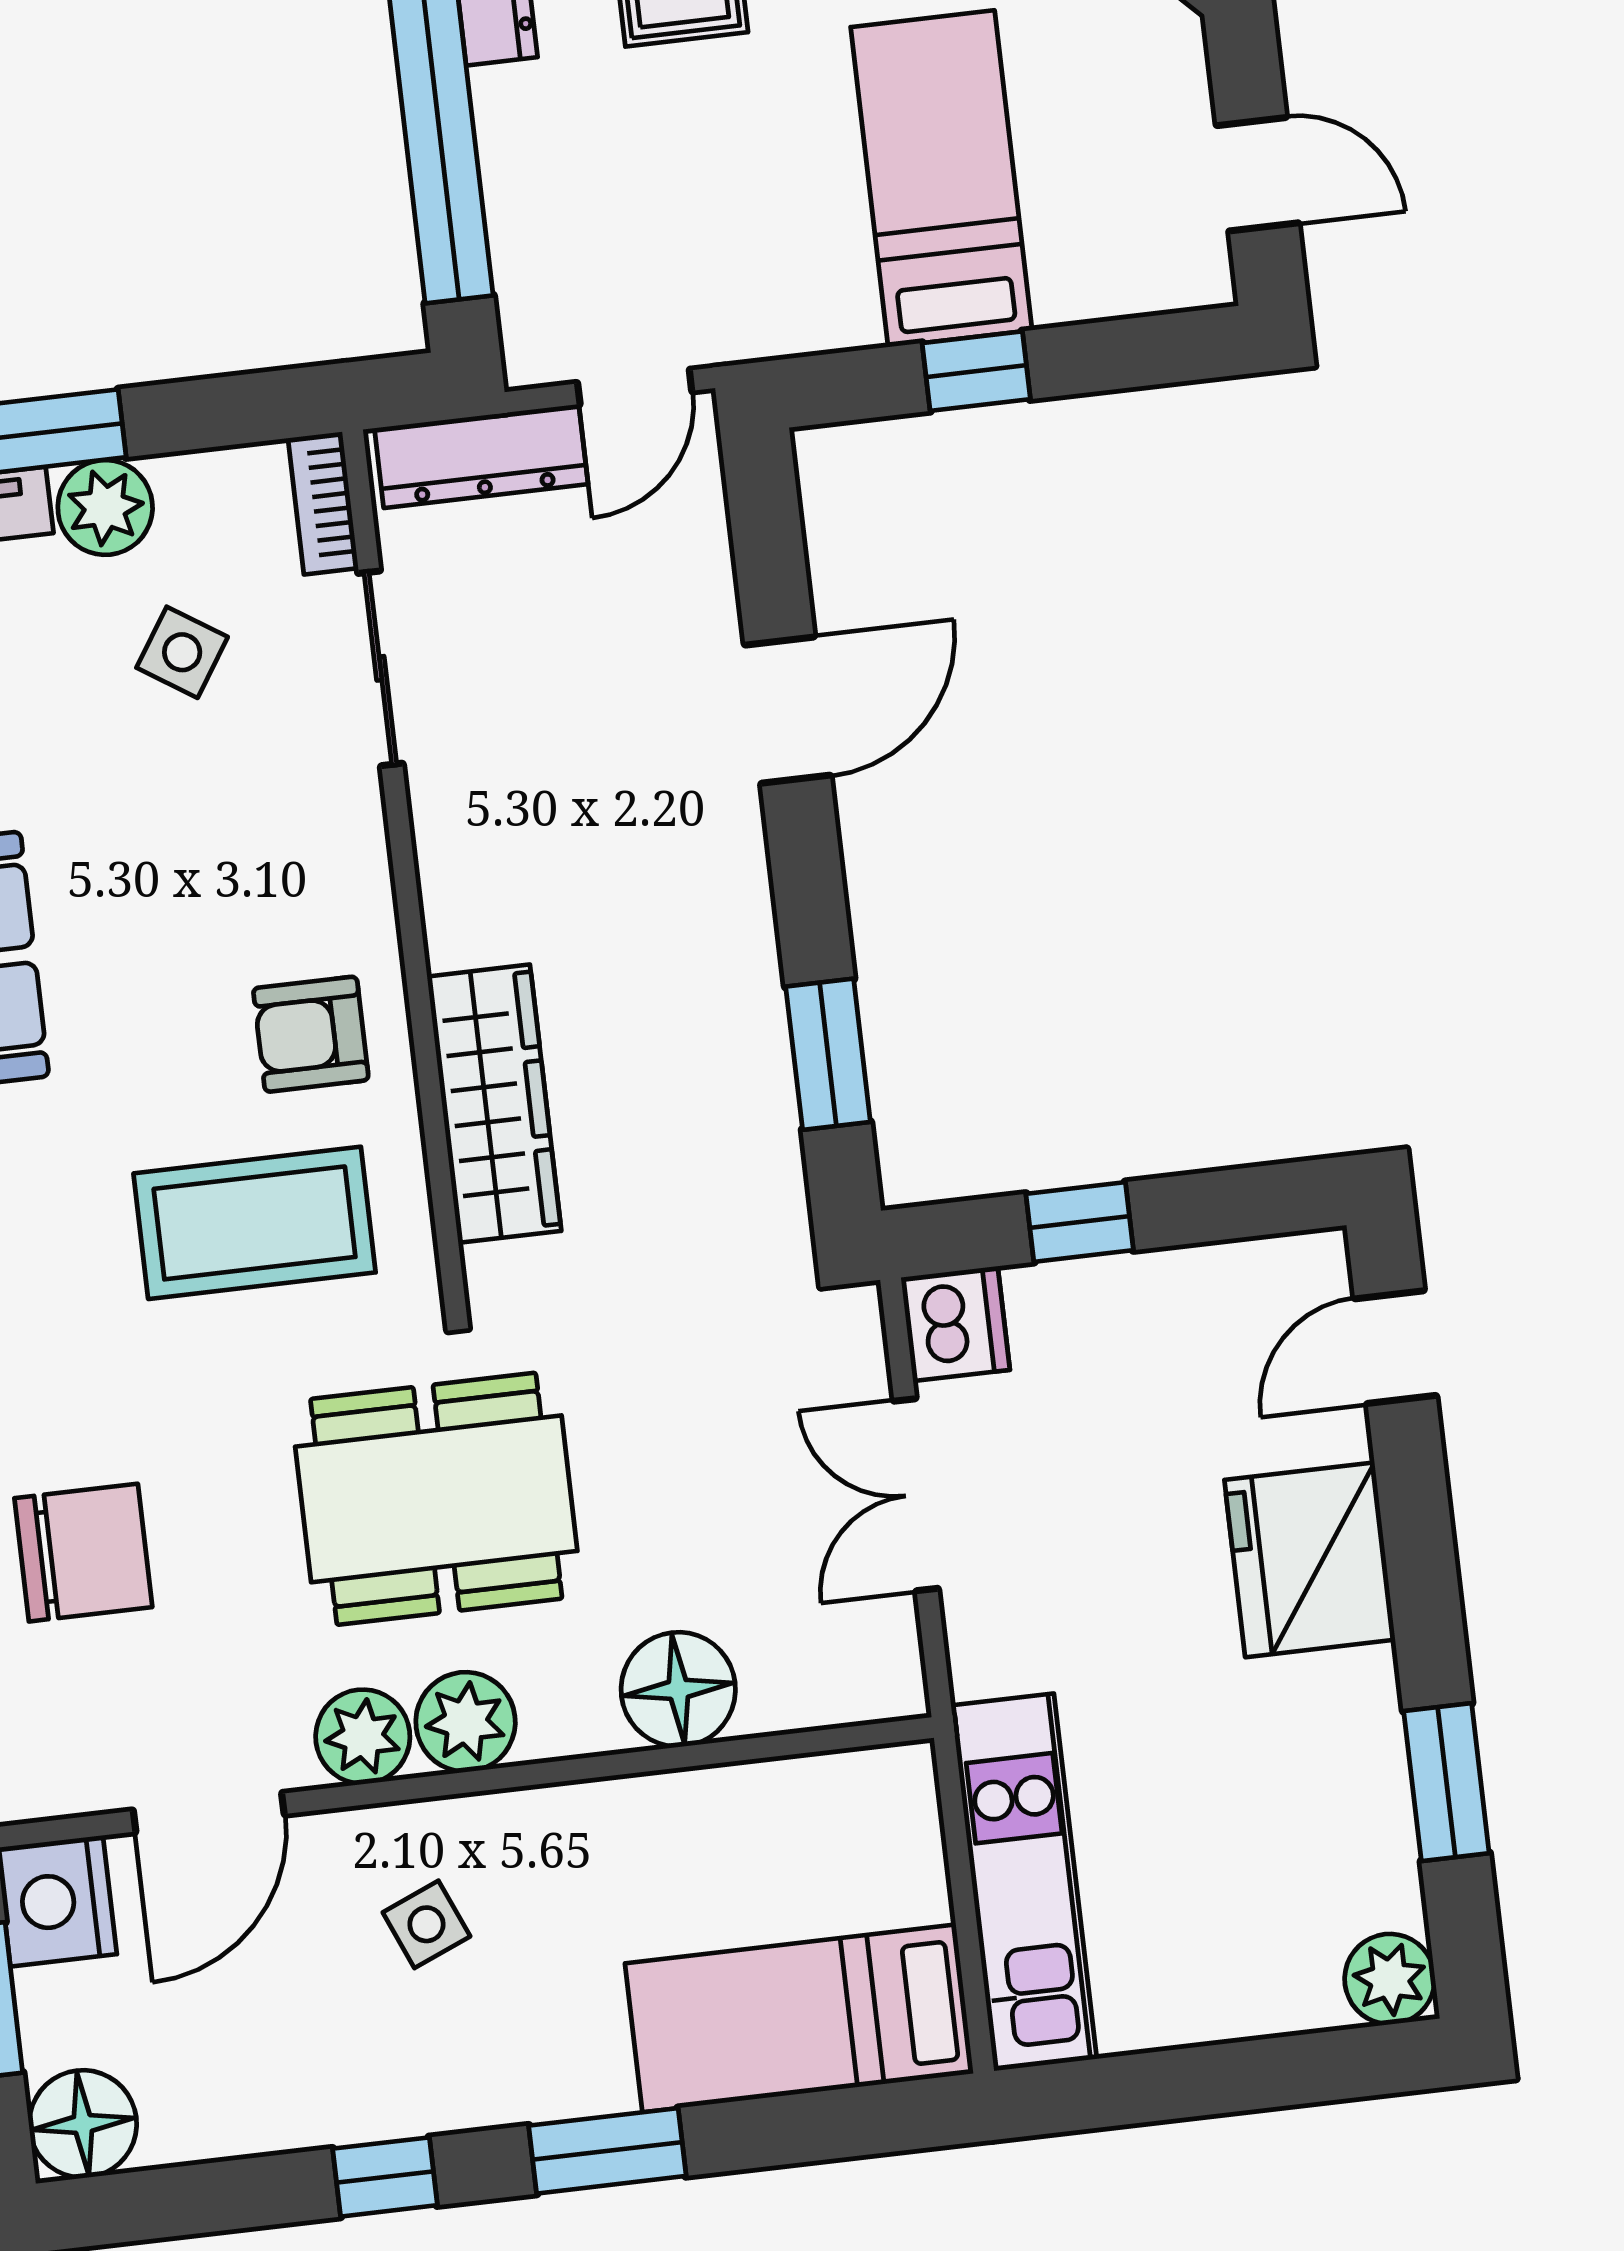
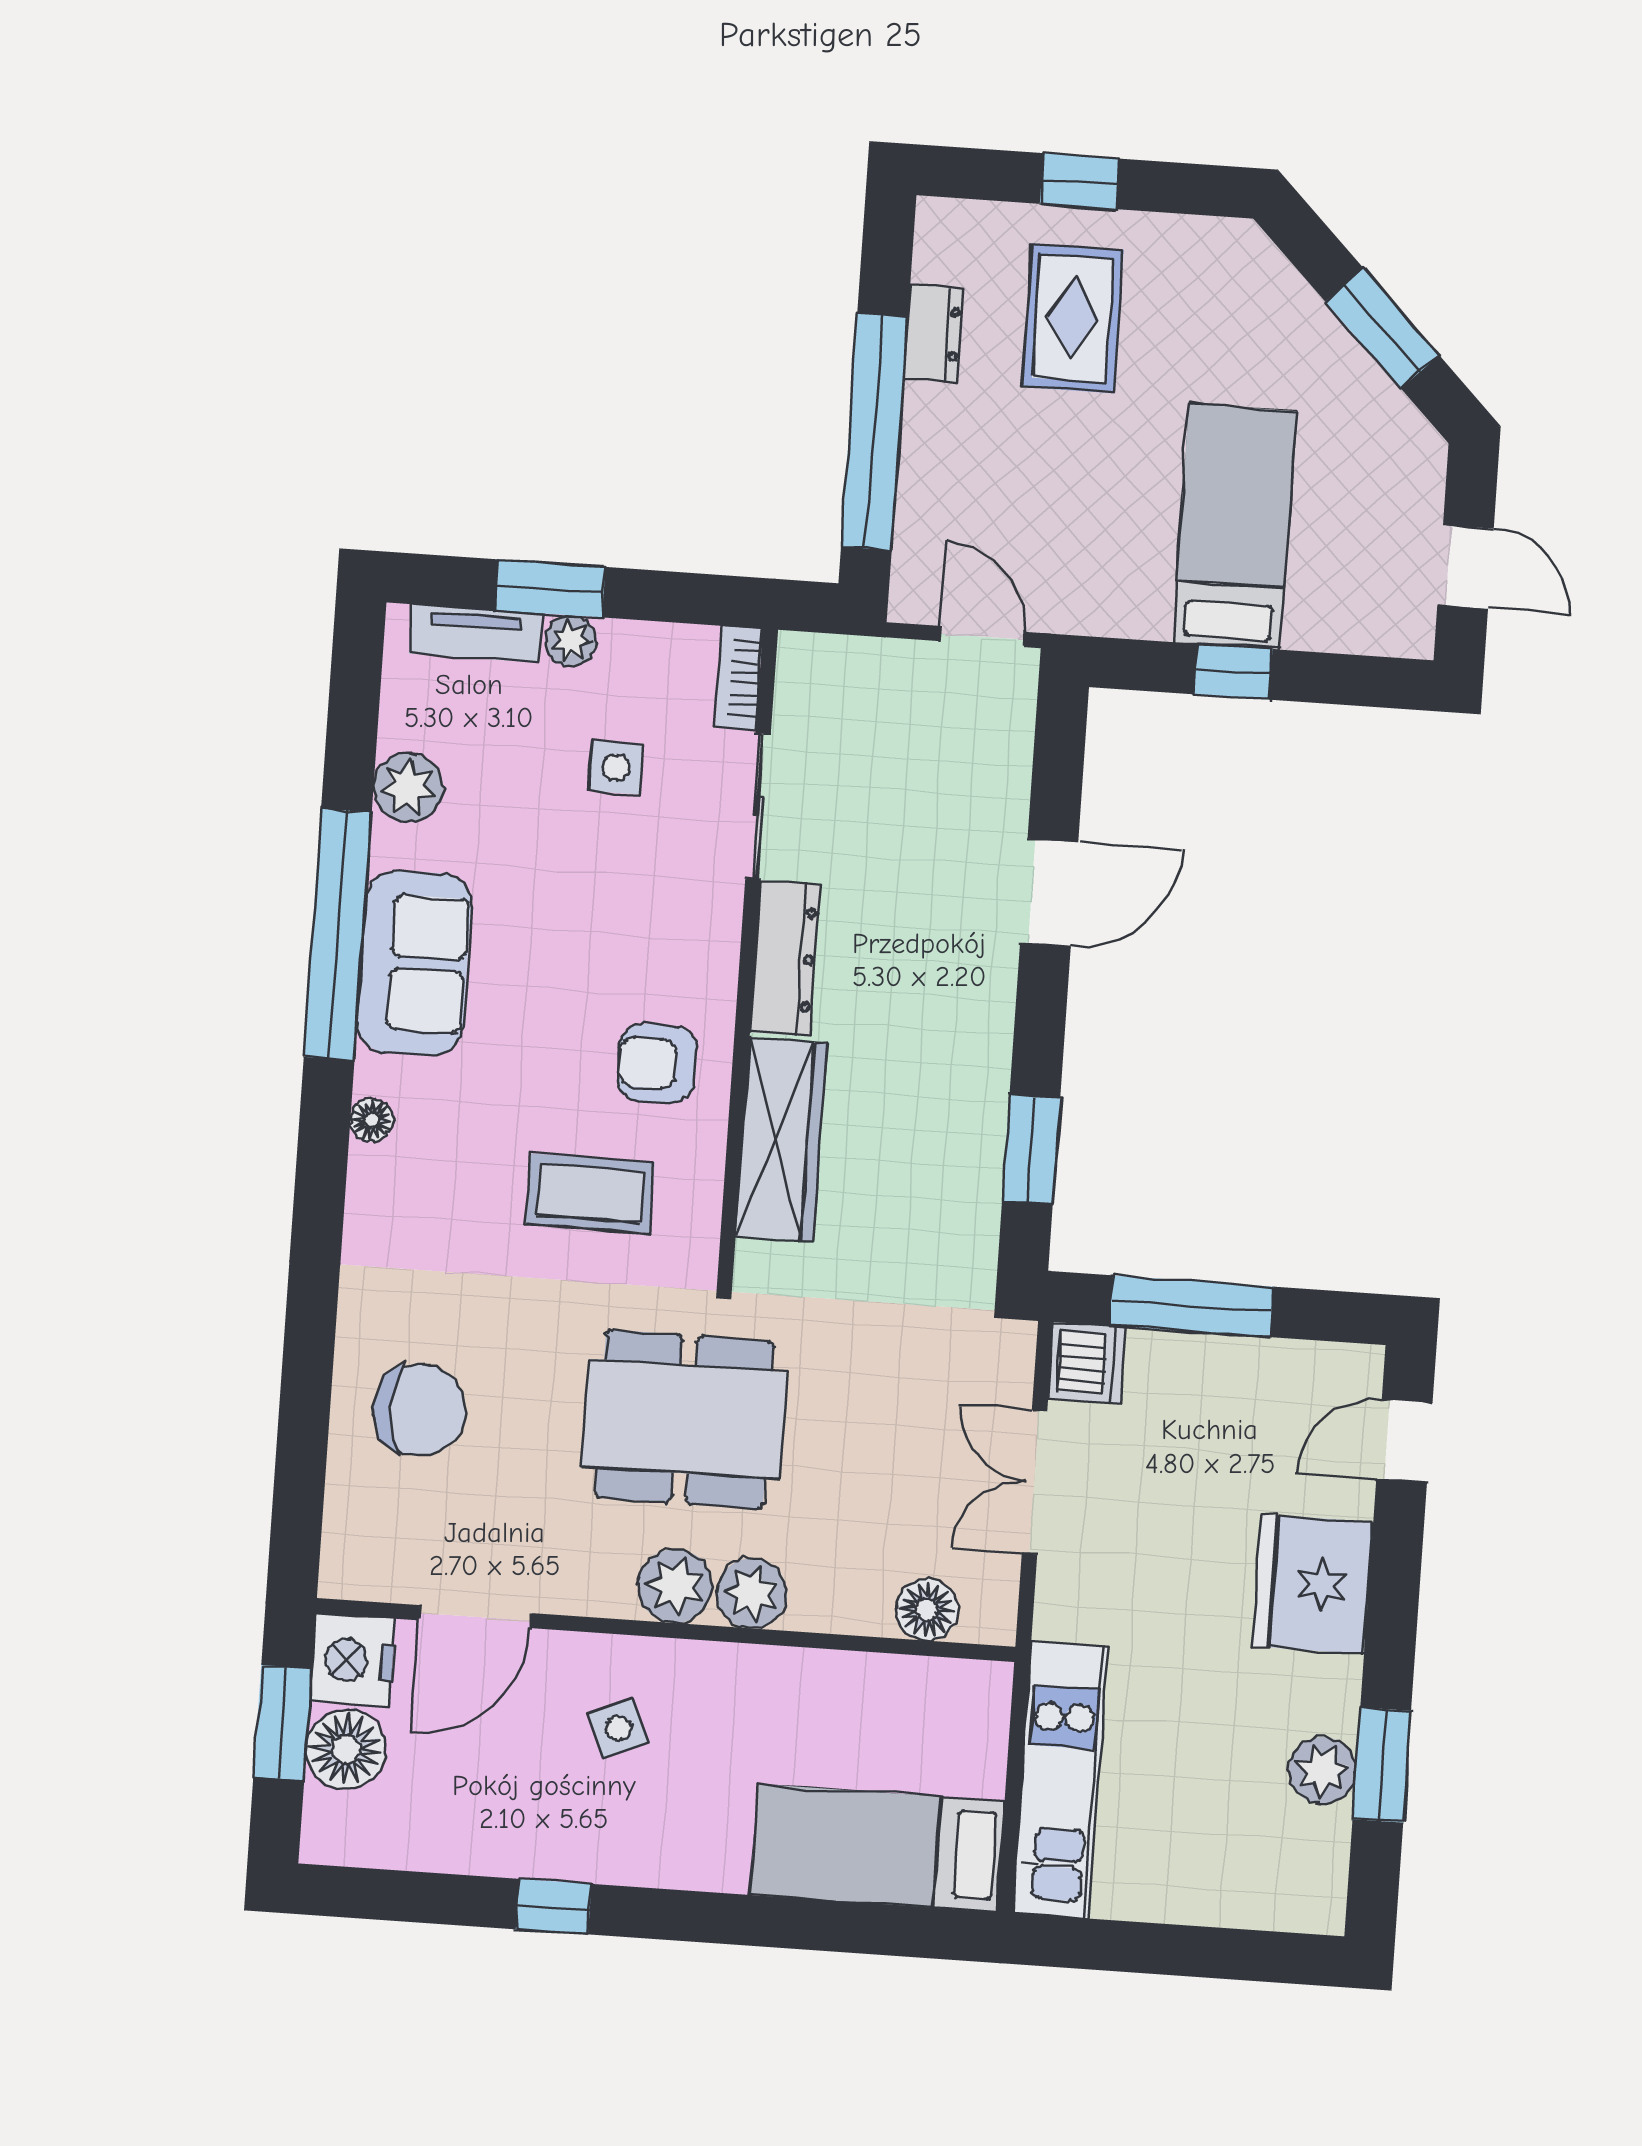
door: (635, 387) -> (982, 636), swing flipped
dresser: (481, 456) -> (785, 958), moved, turned -90
plant: (105, 507) -> (571, 641), width x0.73, depth x0.73
side table: (182, 652) -> (616, 767), turned -33
window: (1080, 1222) -> (1191, 1306), width x2.17
coffee table: (255, 1223) -> (590, 1193), width x0.73, depth x0.76
floor lamp: (678, 1689) -> (927, 1610), moved, width x0.73, depth x0.73
plant: (363, 1737) -> (752, 1593), moved
plant: (1390, 1979) -> (1322, 1770), moved
floor lamp: (83, 2124) -> (346, 1749), moved
window: (607, 2151) -> (719, 1918), removed

